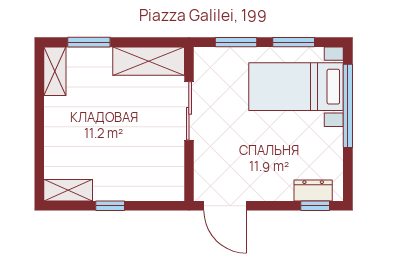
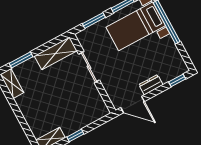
dresser: (313, 190) -> (151, 85), moved

